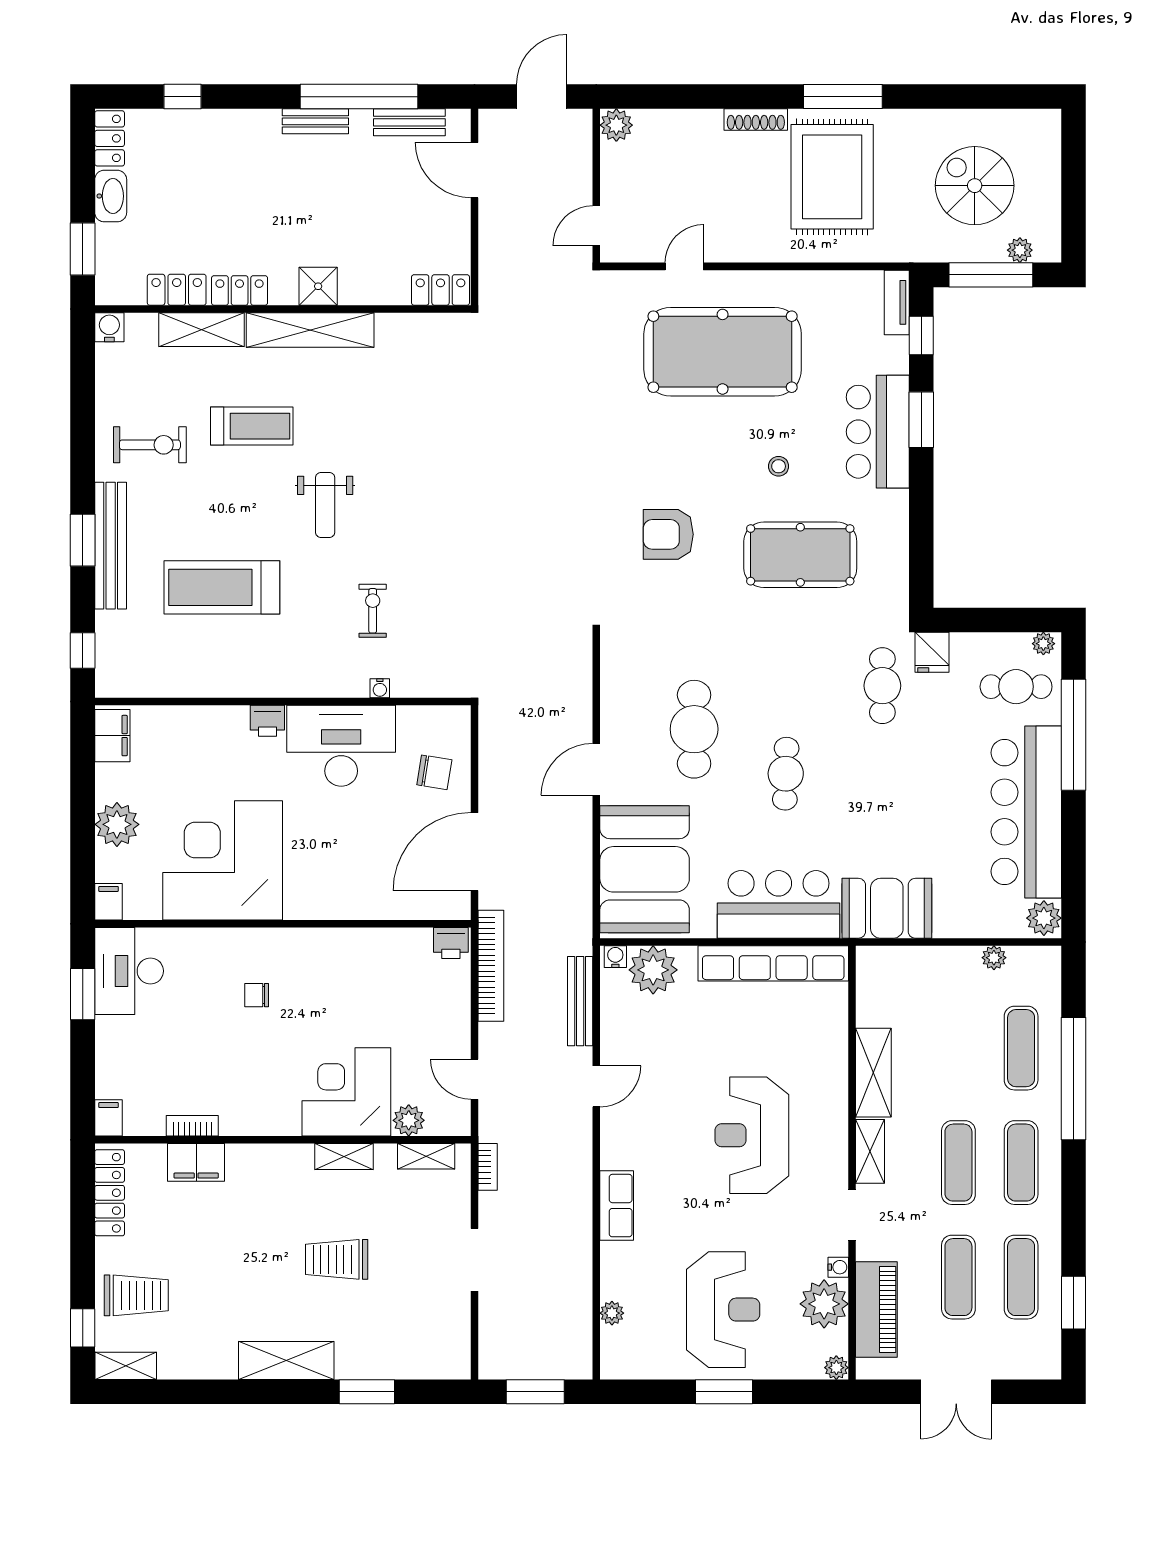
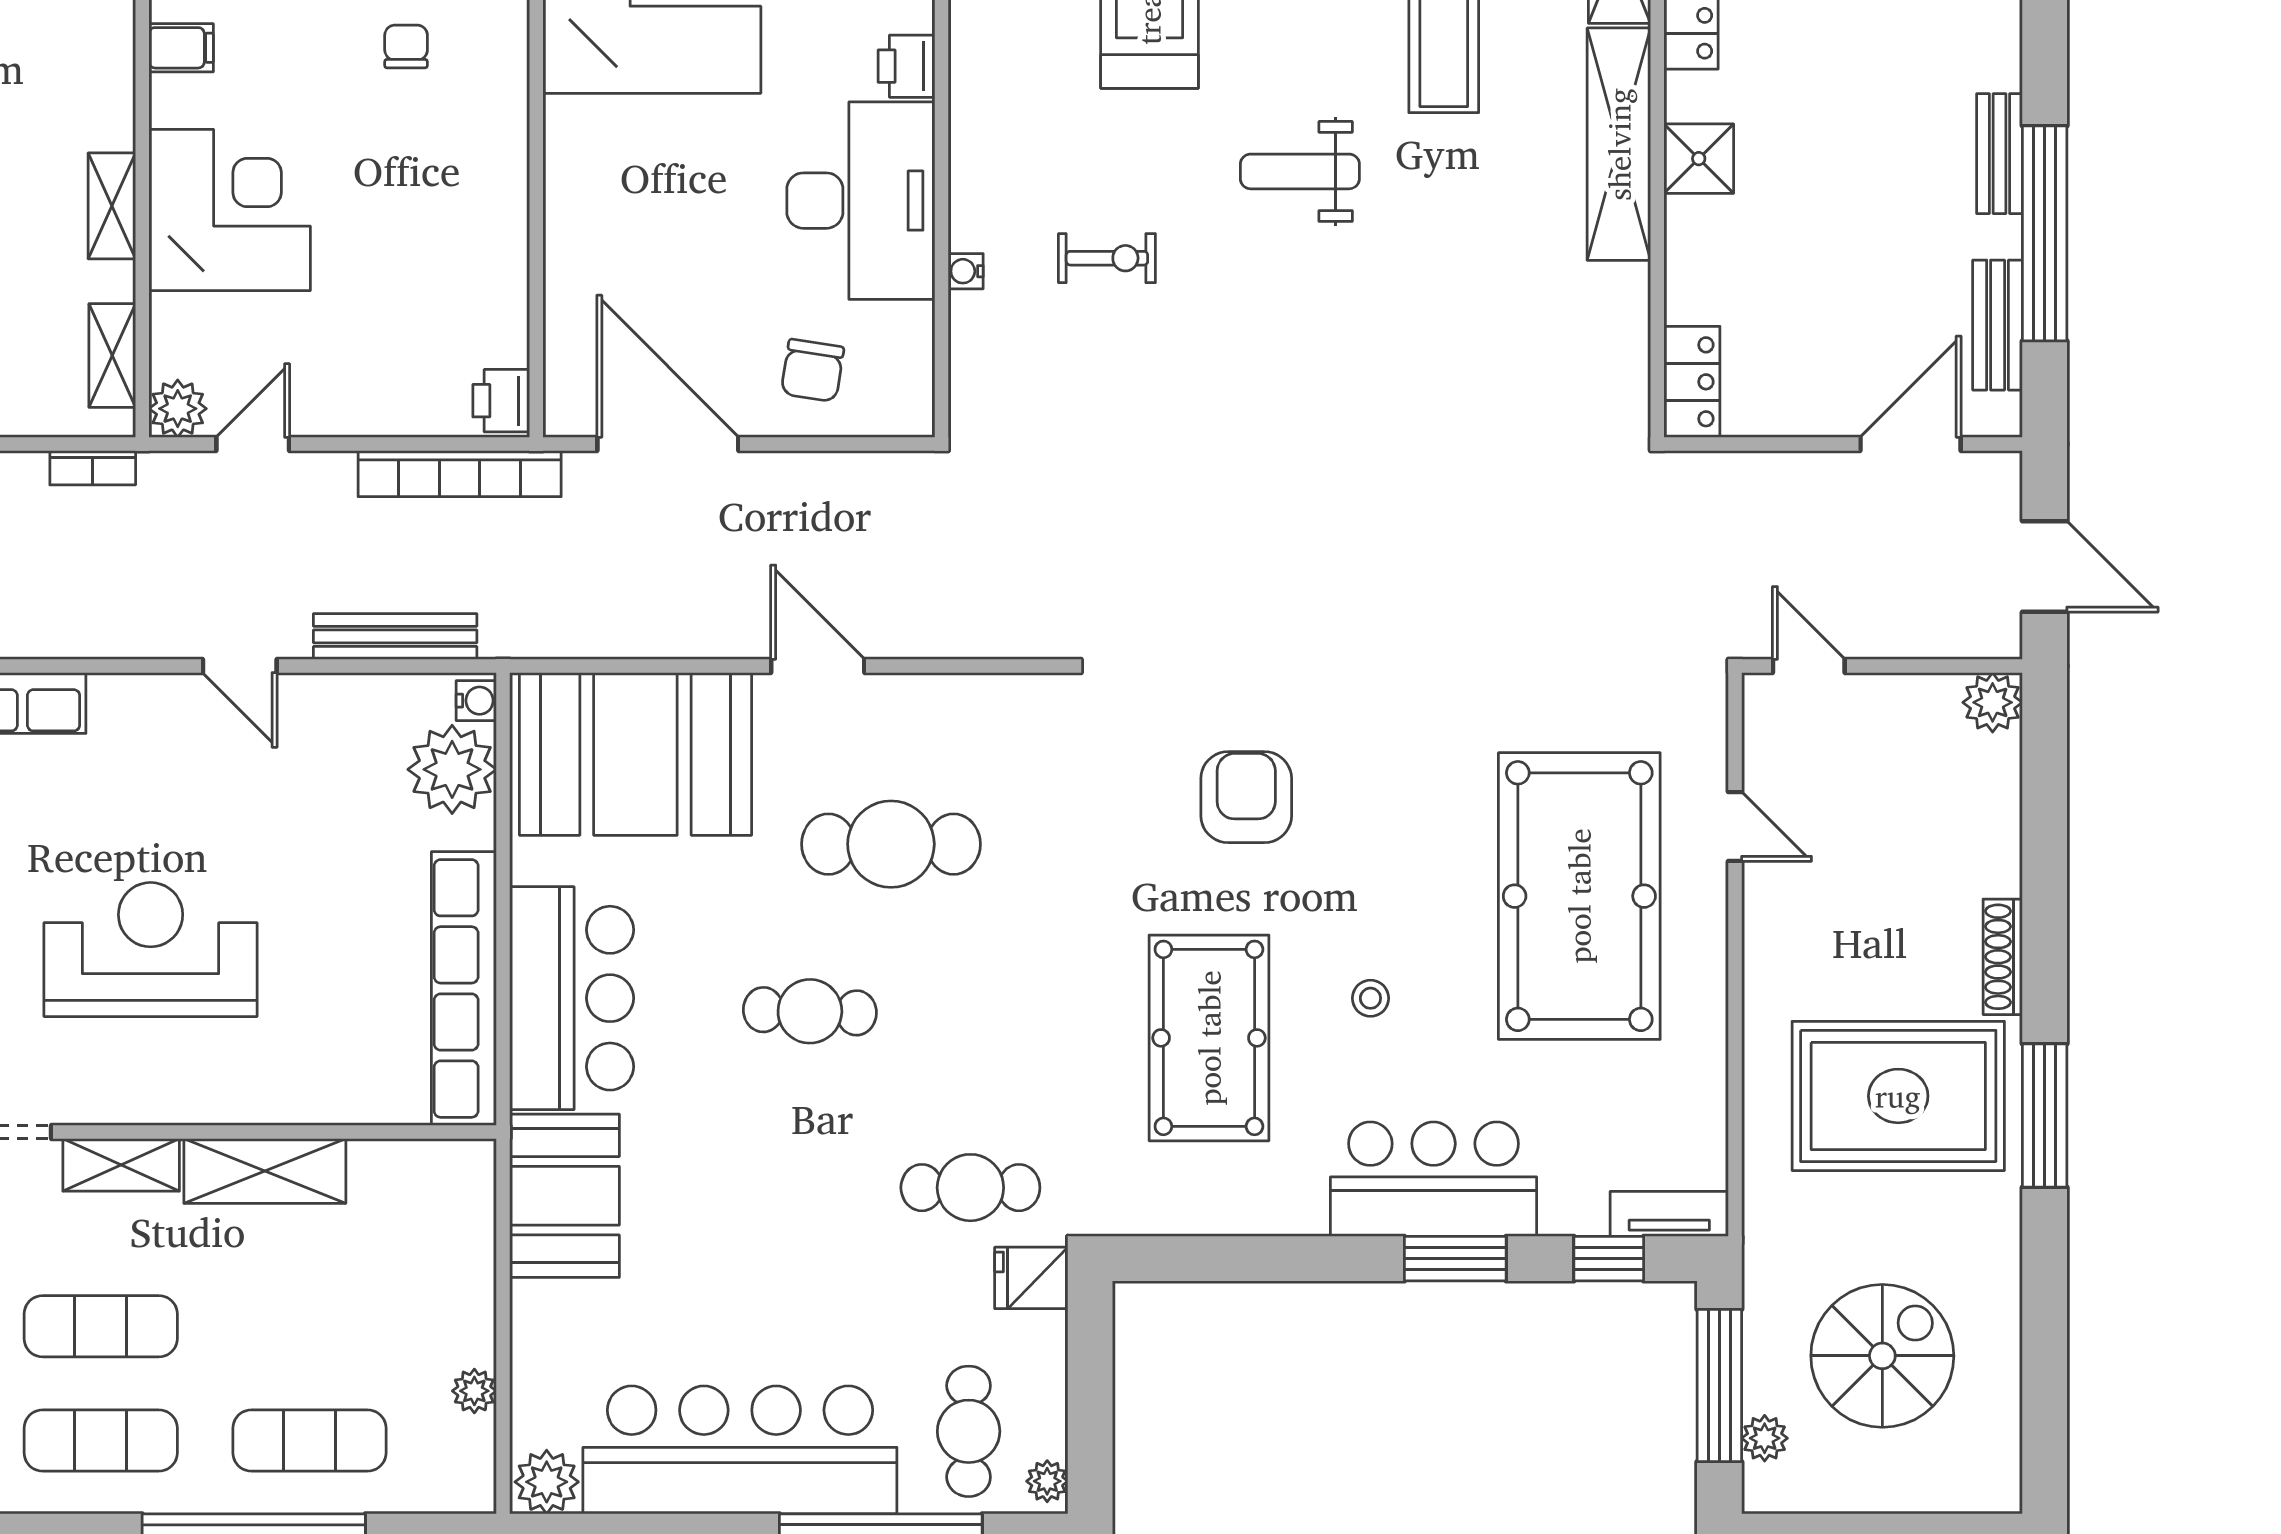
filing cabinet: (257, 1118) -> (181, 48), added
plant: (409, 1120) -> (178, 409), moved

